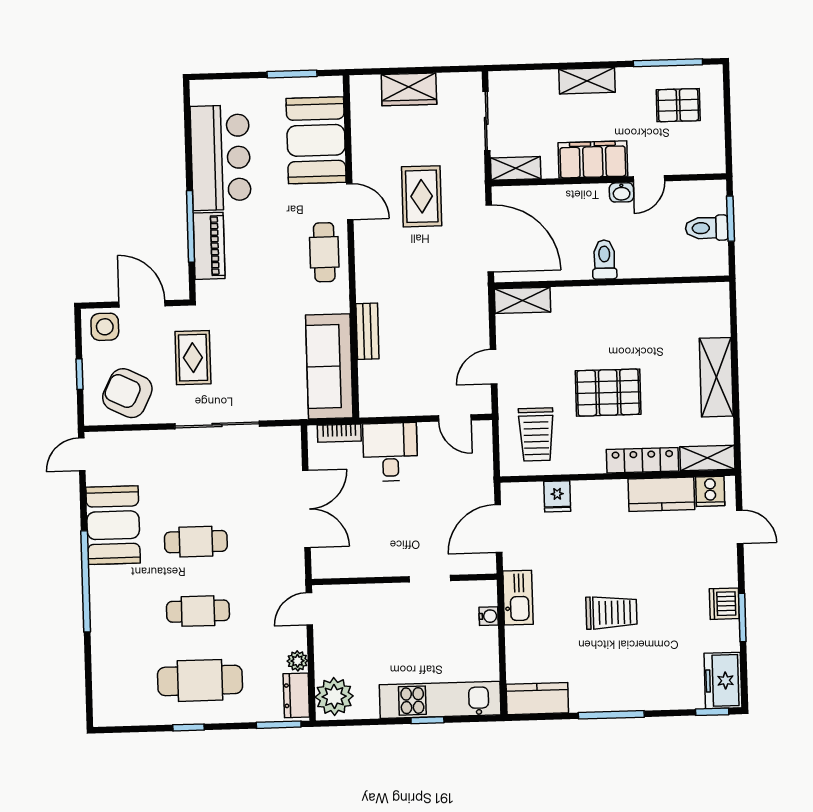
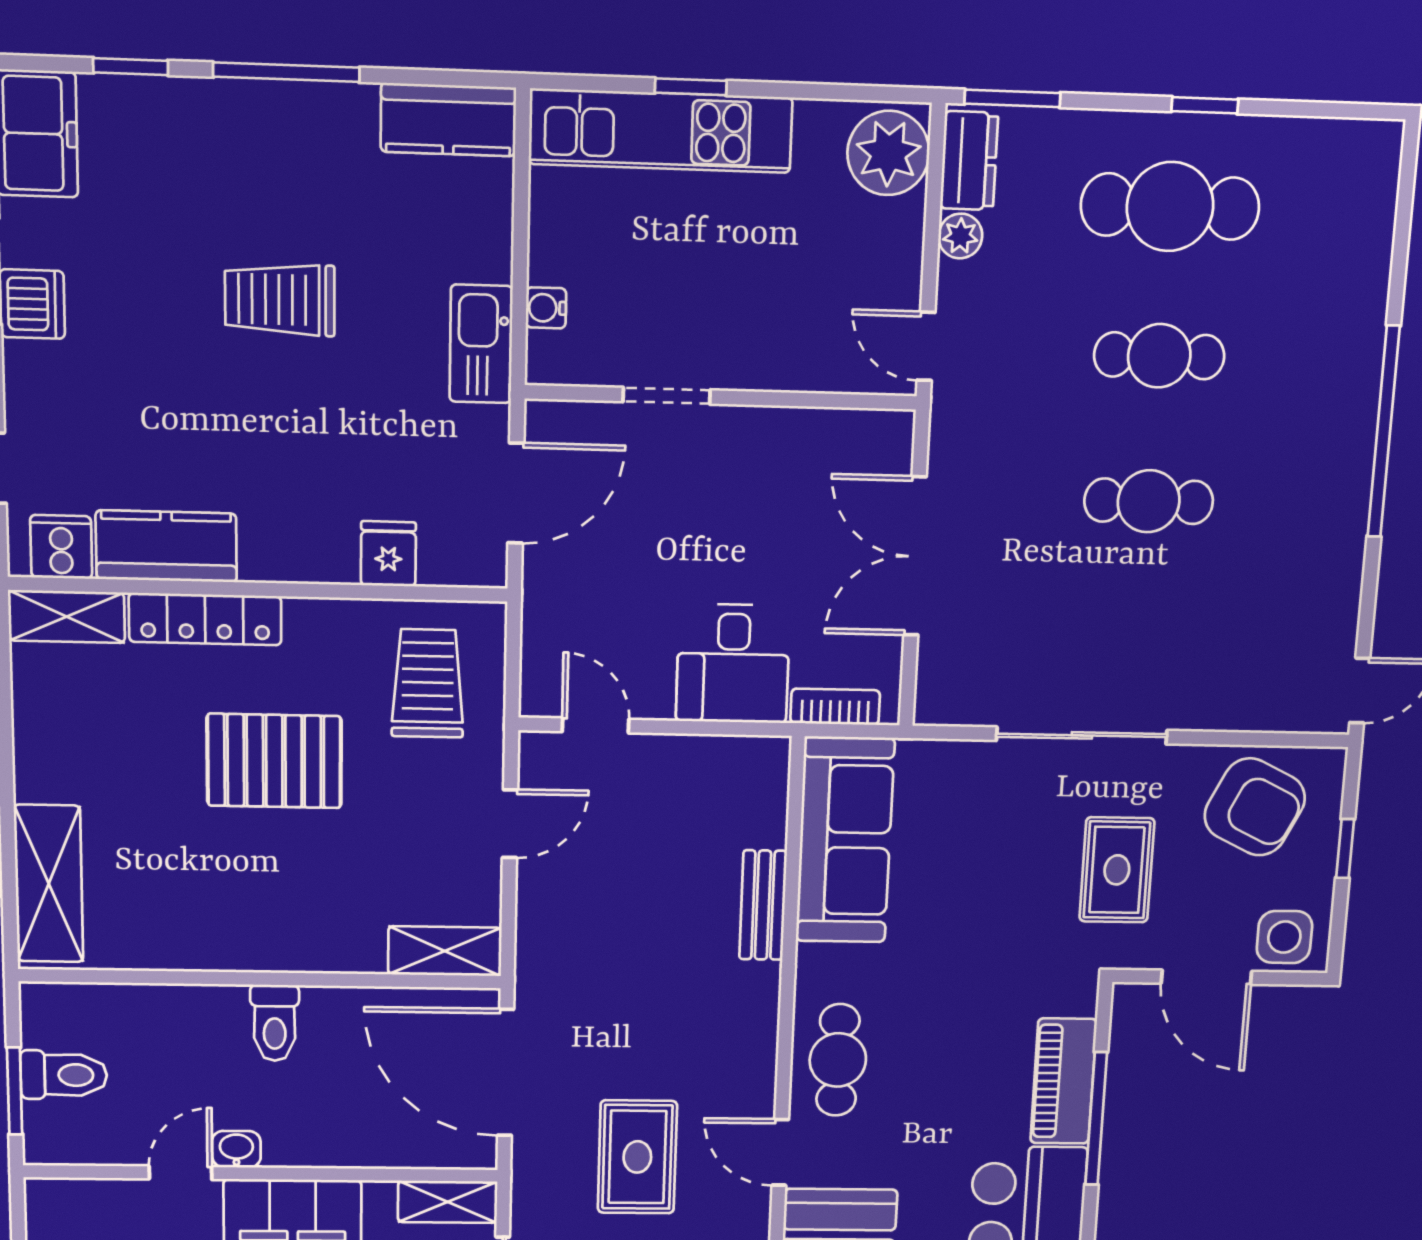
shelving: (716, 377) -> (49, 884), moved
booth: (113, 525) -> (1314, 544), removed
door: (309, 609) -> (926, 346), swing flipped
window: (712, 712) -> (131, 67), moved

